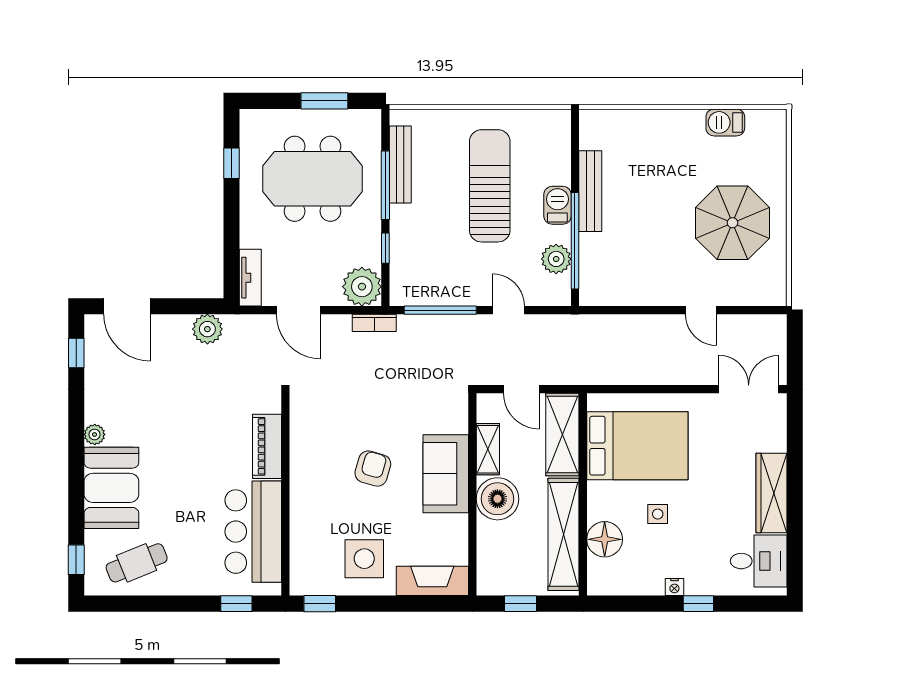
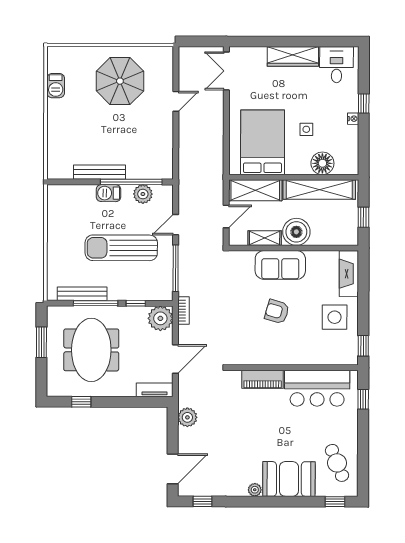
sun lounger: (490, 186) -> (121, 248), moved

